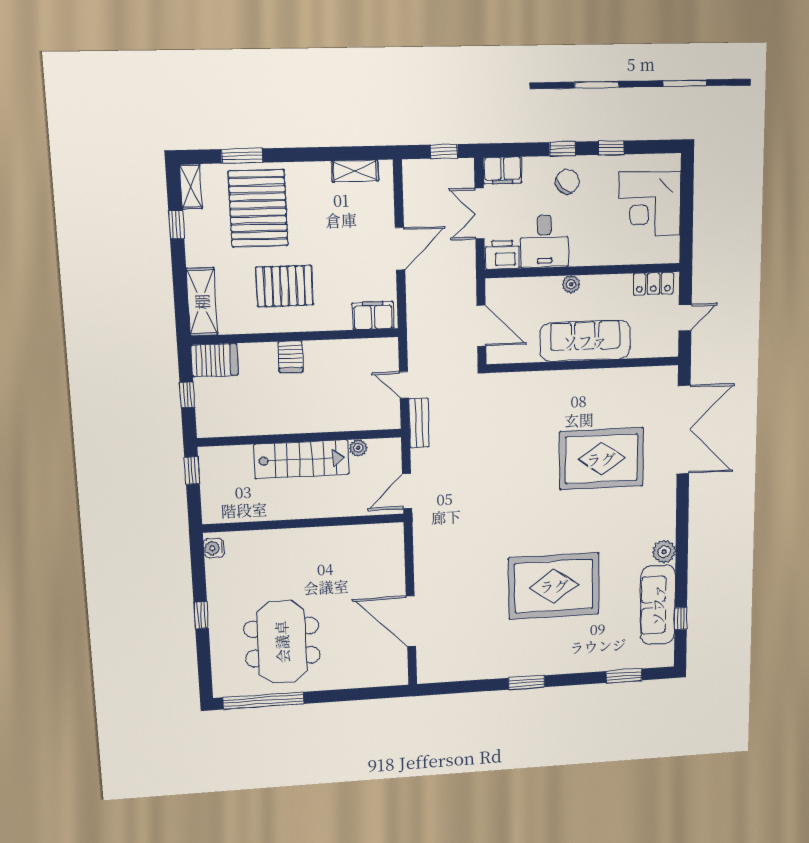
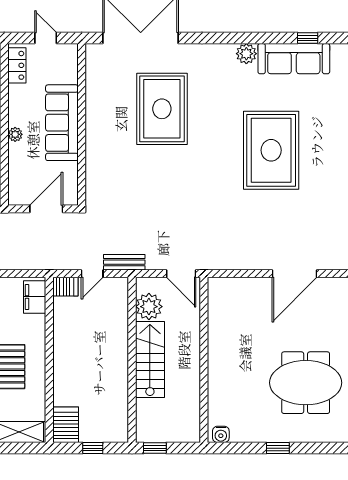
server rack: (291, 357) -> (65, 287), moved
plant: (358, 448) -> (149, 307), width x1.88, depth x1.88

